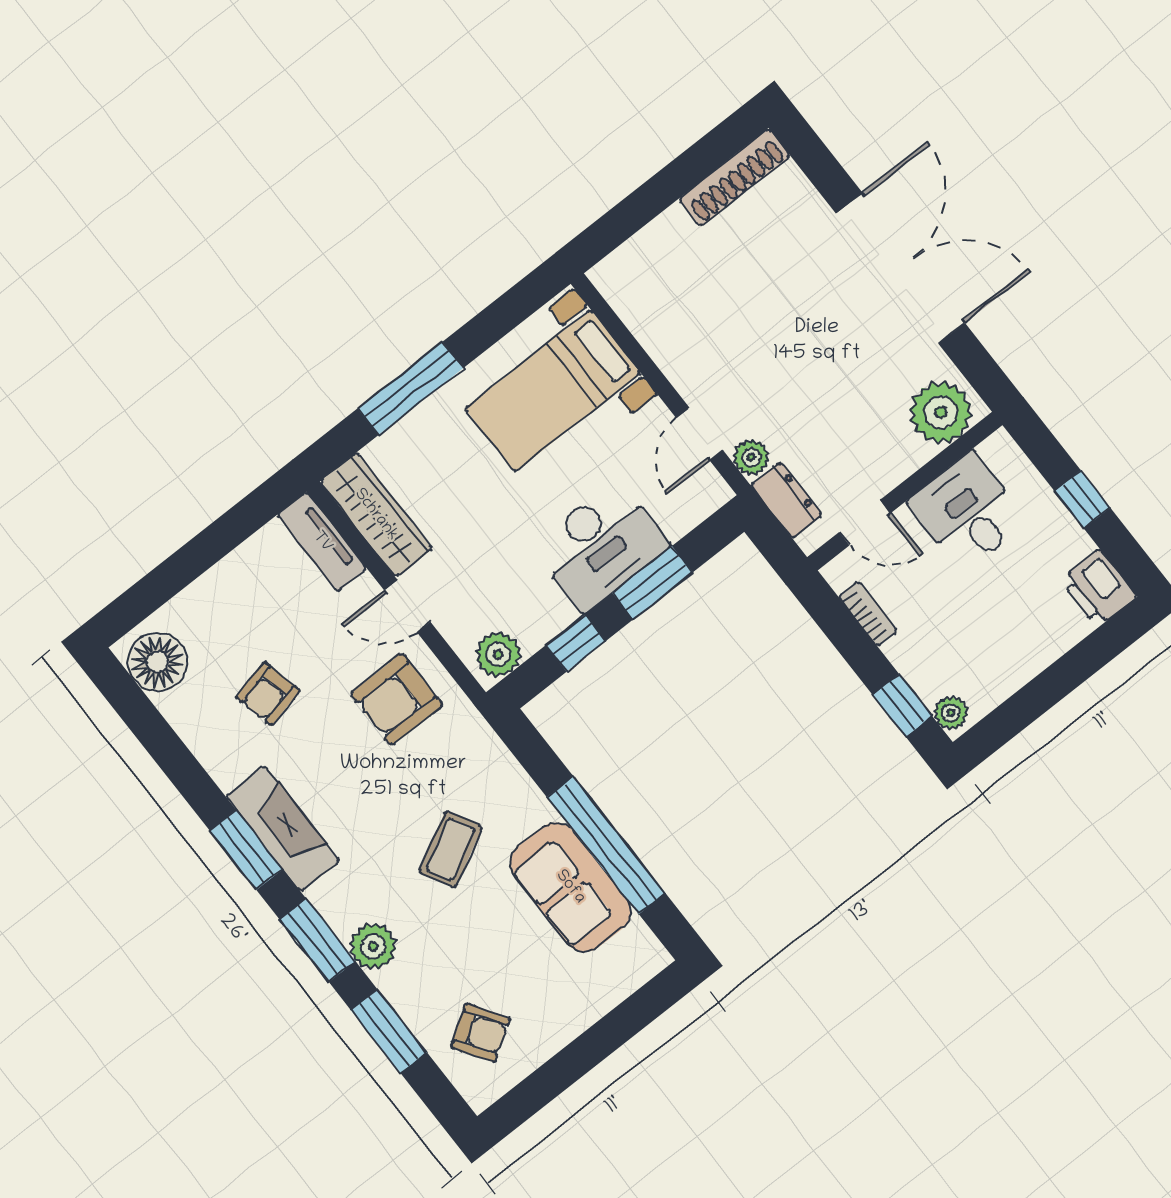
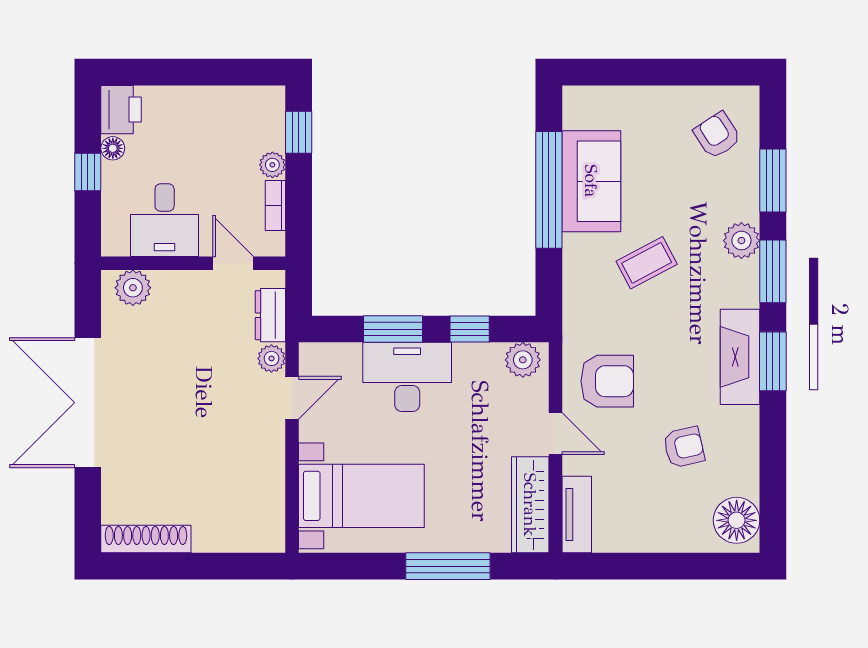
plant: (941, 412) -> (133, 288), width x0.73, depth x0.73
floor lamp: (1076, 543) -> (113, 148), added
plant: (951, 713) -> (272, 165), moved

